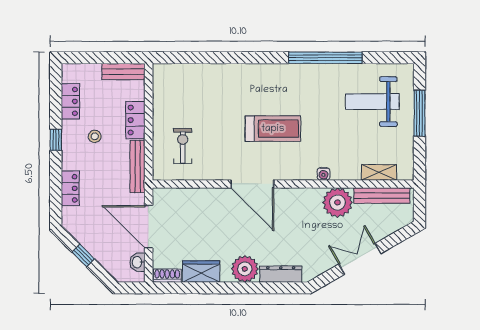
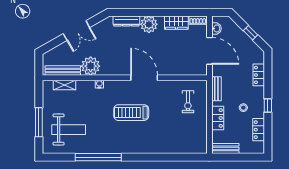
bench: (138, 167) -> (216, 89), width x0.73

